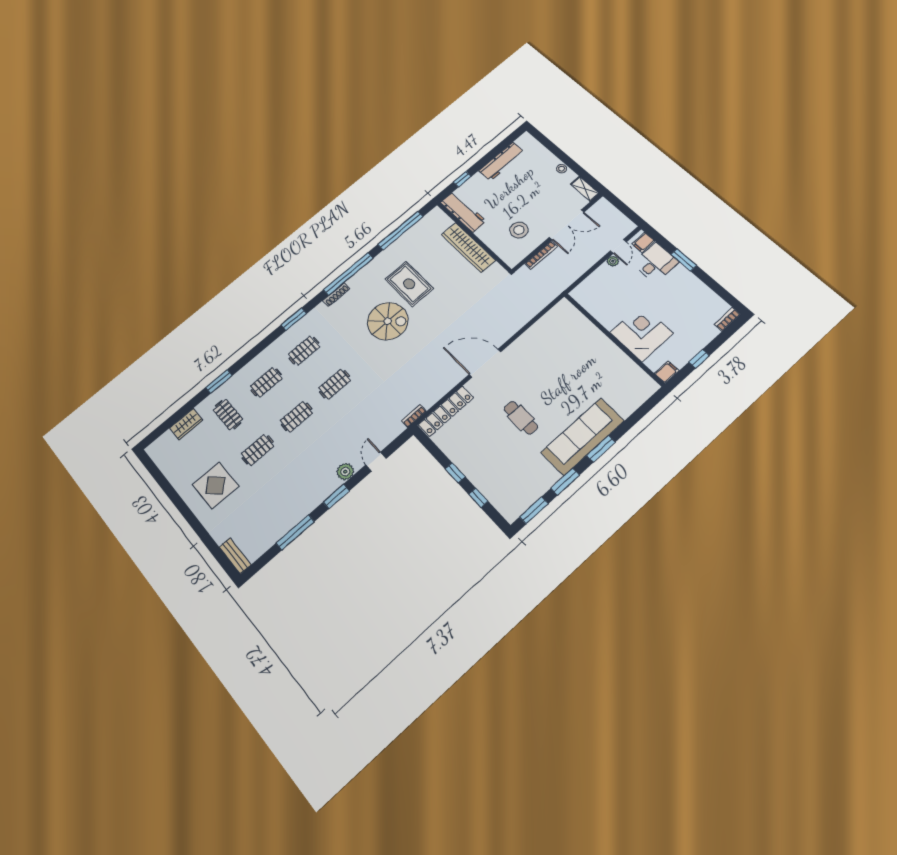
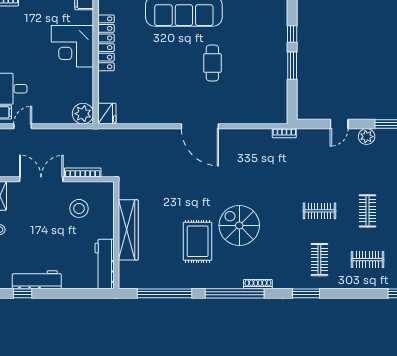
window: (462, 179) -> (23, 293), moved
plant: (613, 261) -> (83, 114), moved, width x1.88, depth x1.88
fridge: (565, 310) -> (107, 114), added
clothes rail: (304, 351) -> (319, 260), turned 90
locker: (446, 411) -> (106, 43), moved, turned 90
clothes rail: (296, 417) -> (367, 211), turned 90
window: (455, 473) -> (292, 66), width x1.50

